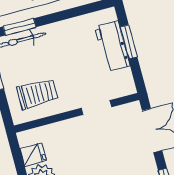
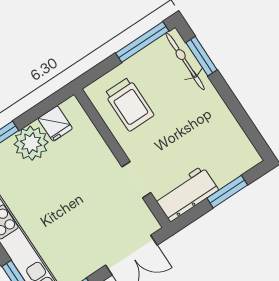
workbench: (113, 46) -> (186, 194), moved

